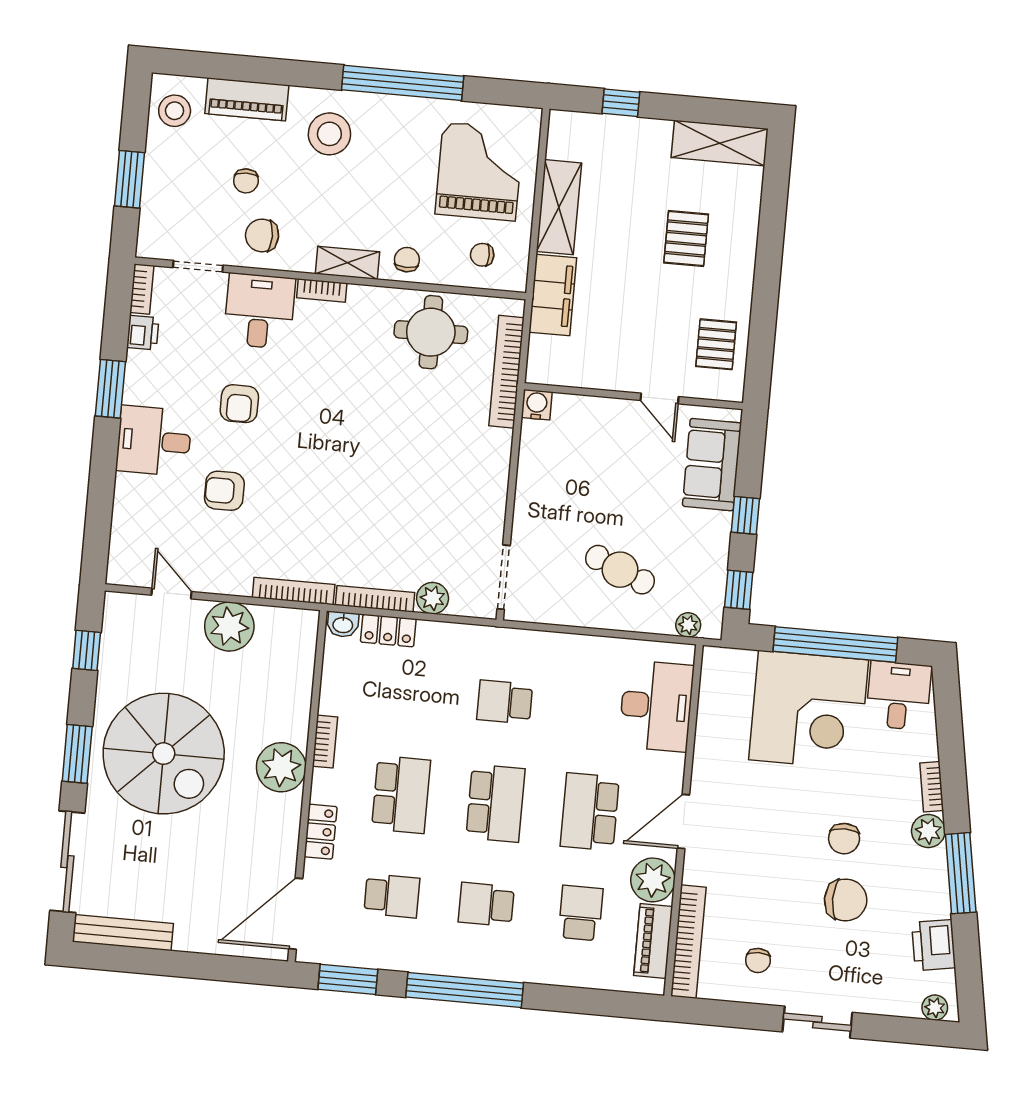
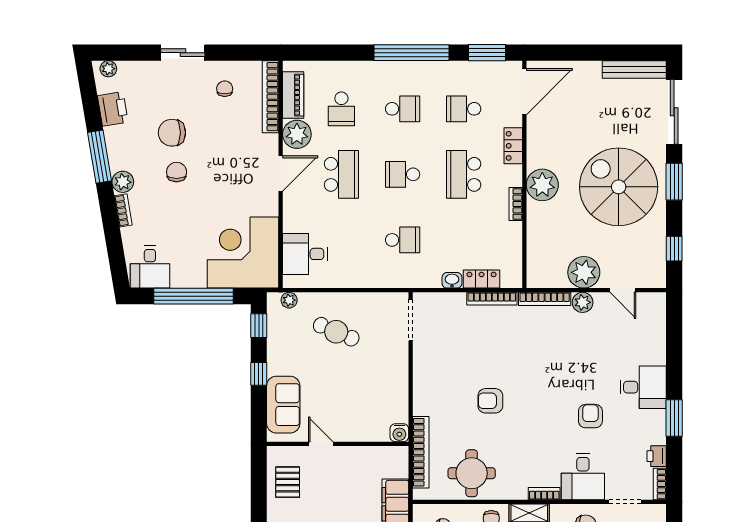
armchair: (224, 491) -> (490, 401), moved, turned 180
plant: (433, 598) -> (583, 302), moved
washbasin: (343, 624) -> (452, 280), moved
desk: (656, 706) -> (305, 254), width x0.73
corner desk: (809, 710) -> (243, 253), moved
school desk: (495, 803) -> (403, 174), width x0.54

